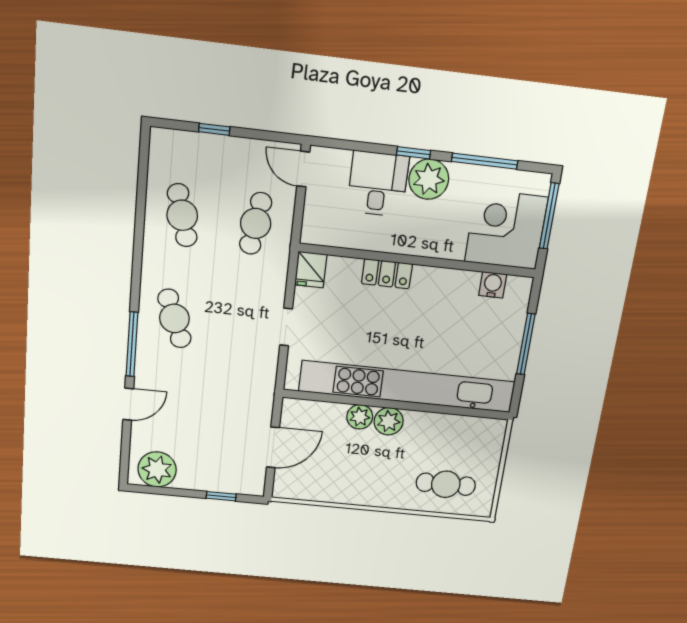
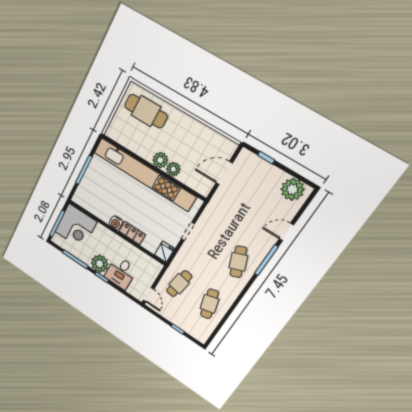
water cooler: (493, 285) -> (116, 223), moved
cafe table: (446, 484) -> (146, 111), width x1.37, depth x1.35

